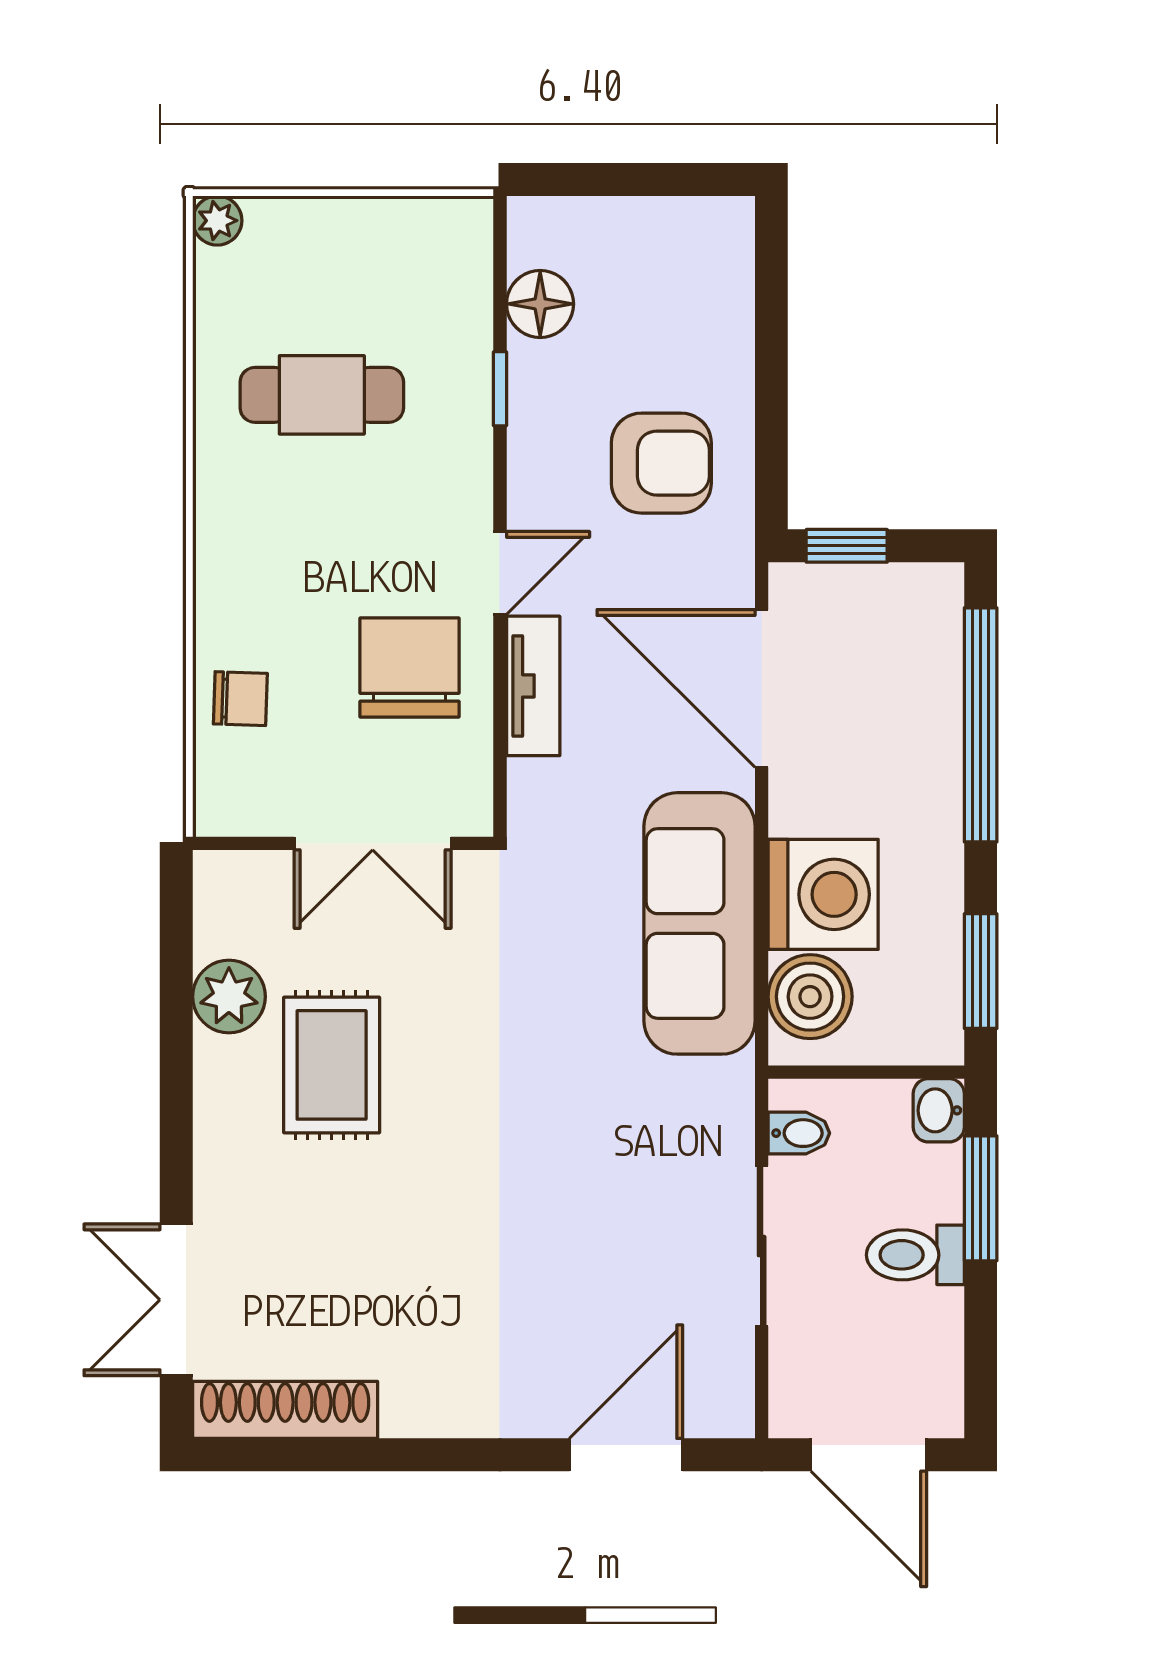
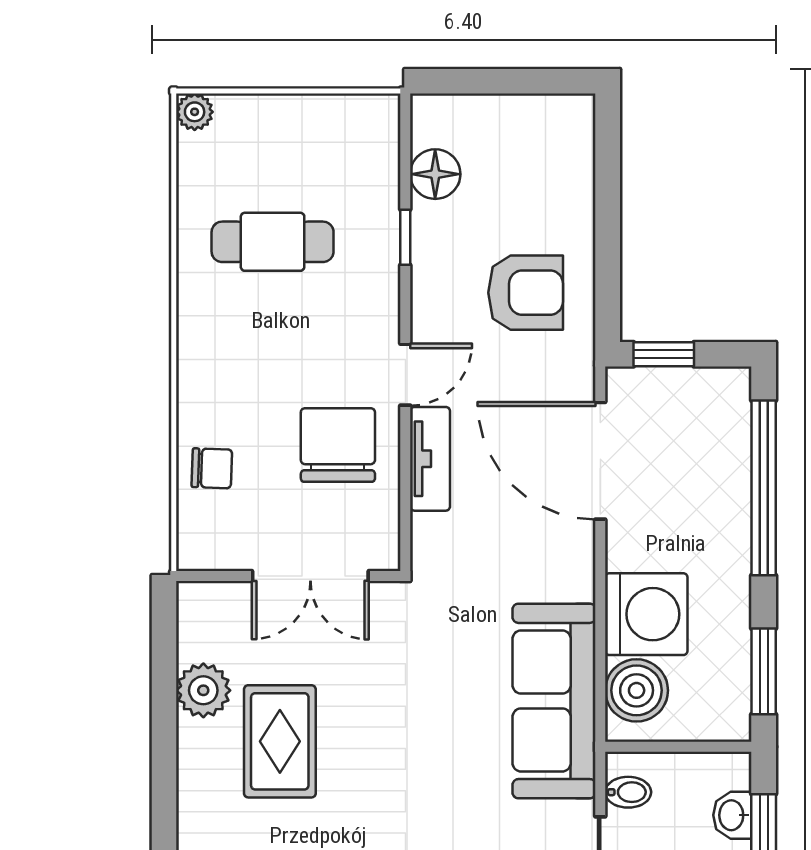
sofa: (699, 923) -> (554, 701), moved
washbasin: (939, 1110) -> (732, 815), moved

